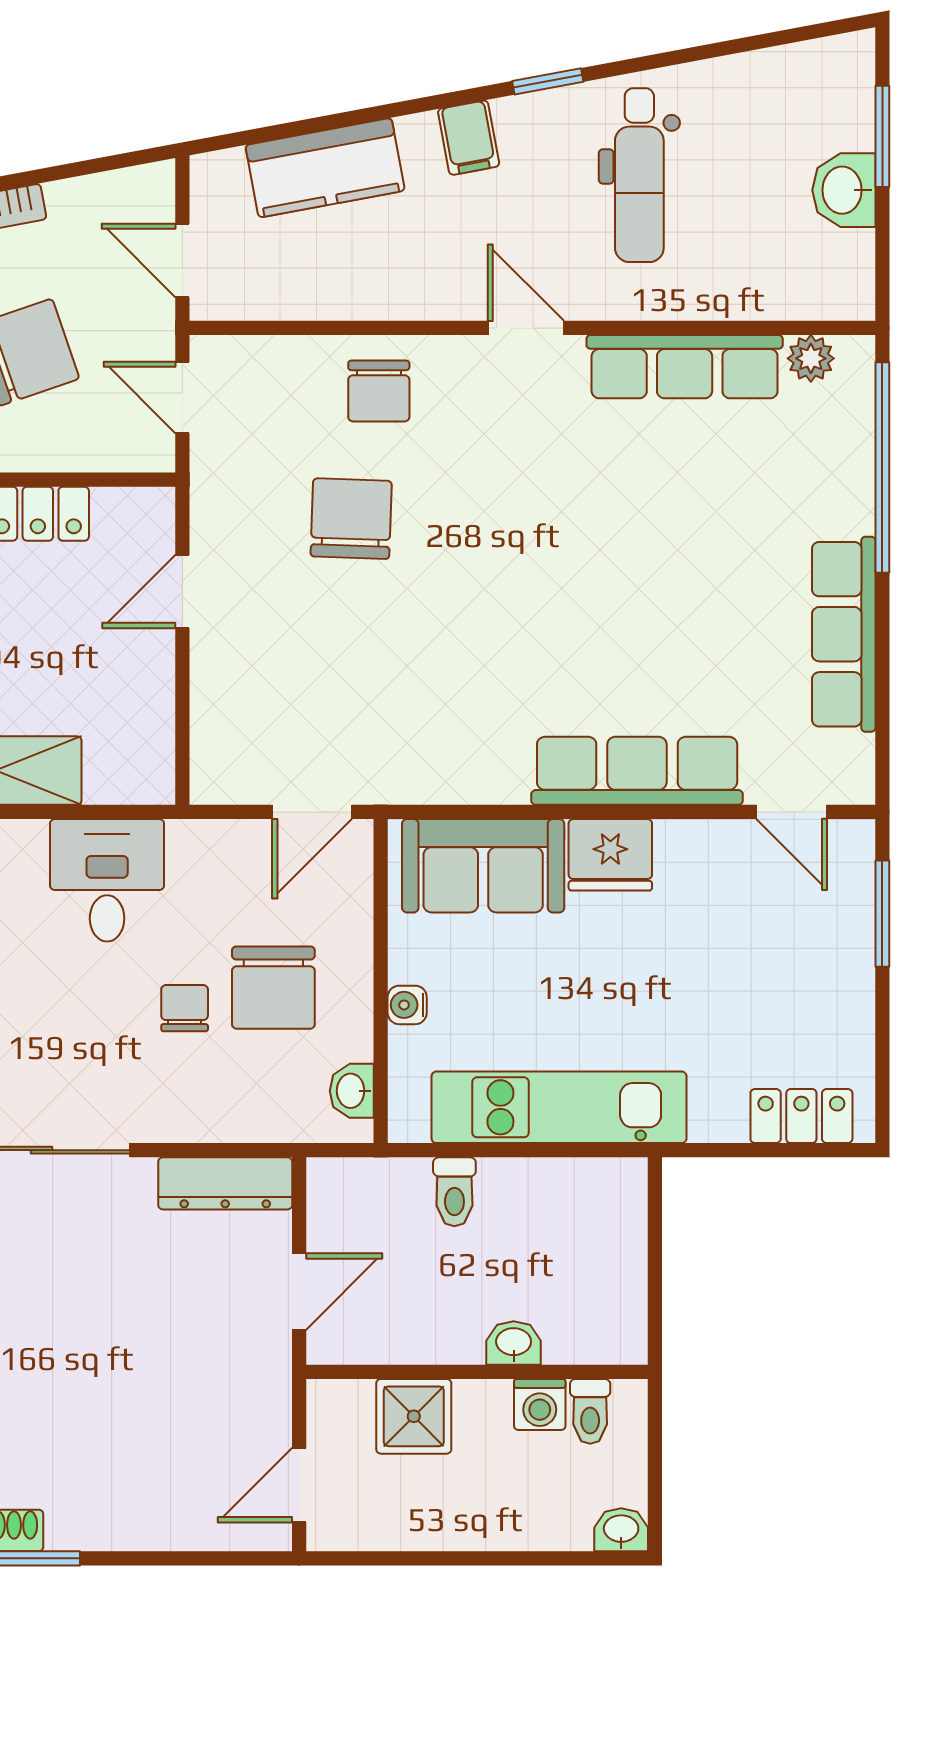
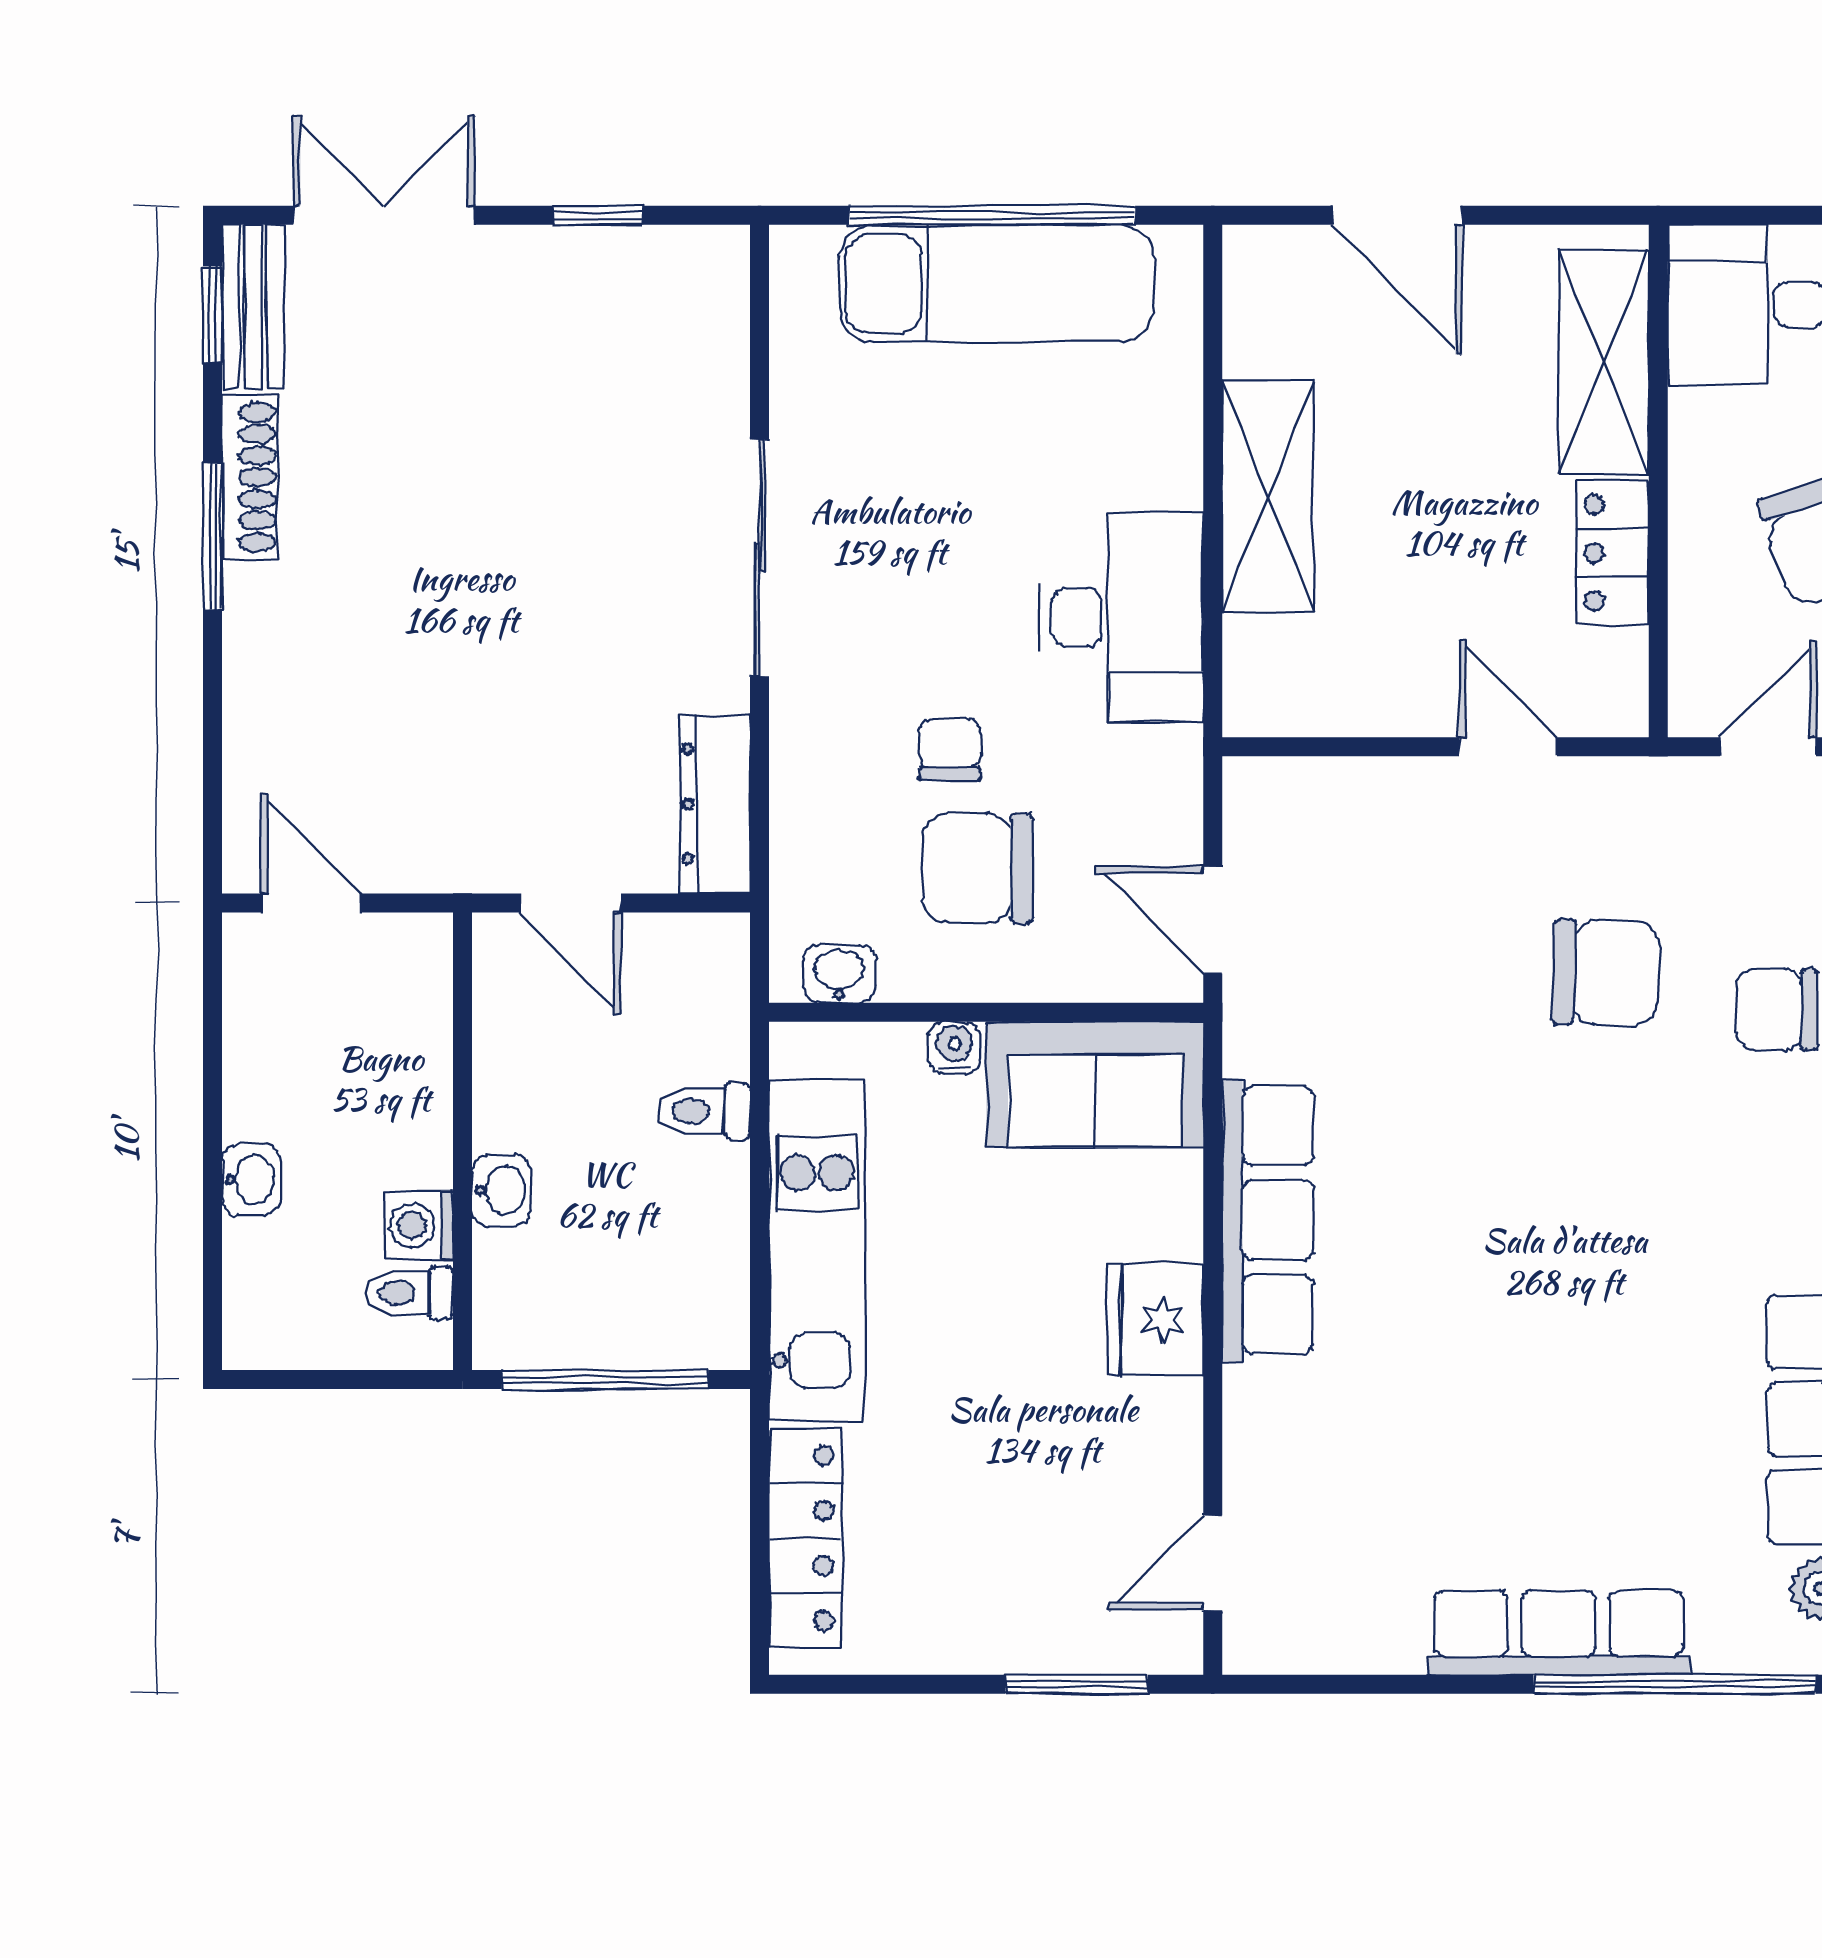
row of seats: (844, 634) -> (1559, 1633), moved
row of seats: (637, 771) -> (1268, 1220), moved
sofa: (483, 866) -> (1095, 1084), moved, turned -90
desk: (107, 880) -> (1121, 617), width x1.37
chair: (185, 1008) -> (950, 749), turned -90
locker: (801, 1116) -> (805, 1538), width x1.53
window: (655, 1266) -> (605, 1380), added
shower: (414, 1416) -> (403, 1057), removed
washbasin: (621, 1530) -> (251, 1180), moved

